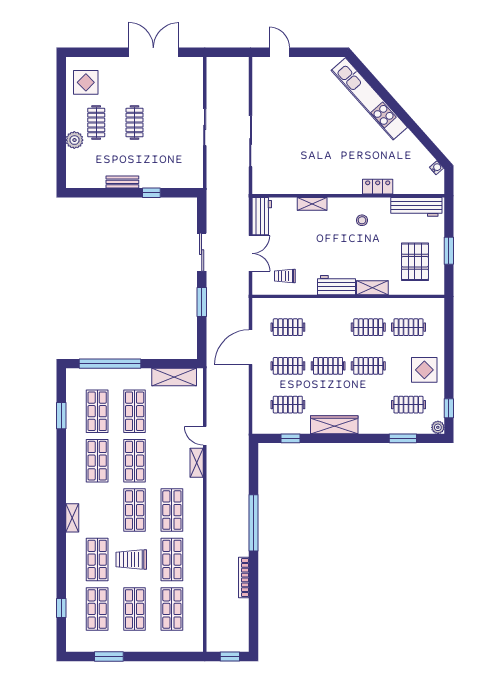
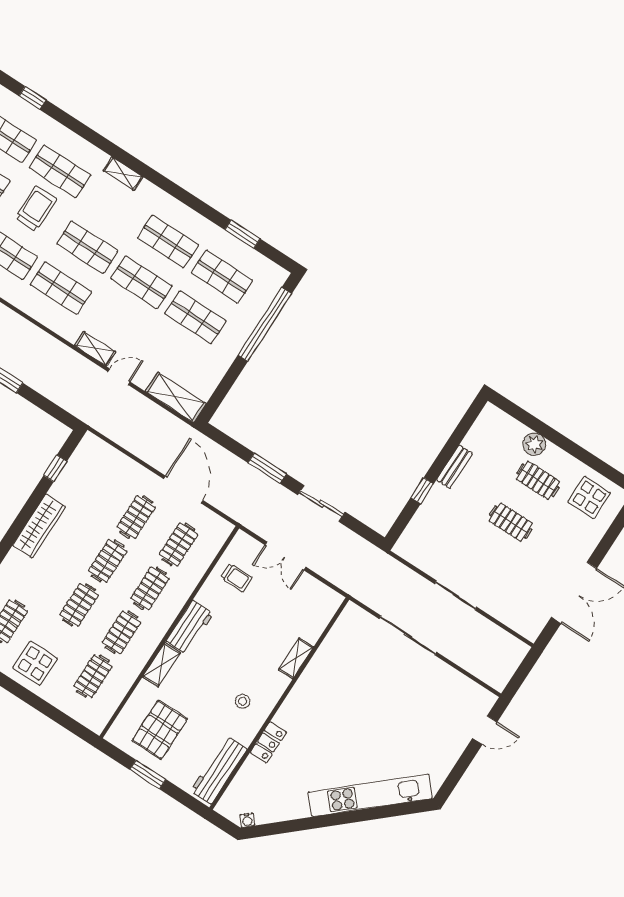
workbench: (262, 216) -> (318, 595), removed
pallet: (415, 262) -> (160, 730), turned 90
trolley: (285, 276) -> (237, 578), turned 90
shelving: (174, 377) -> (176, 397), moved, turned 90
clothes rail: (288, 405) -> (150, 588), moved

